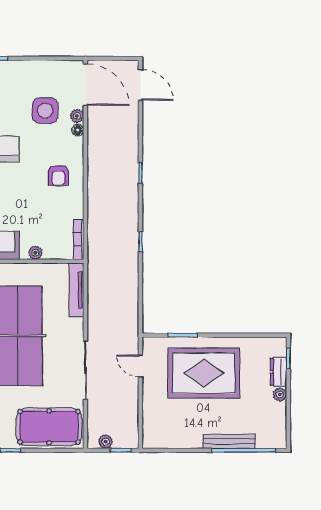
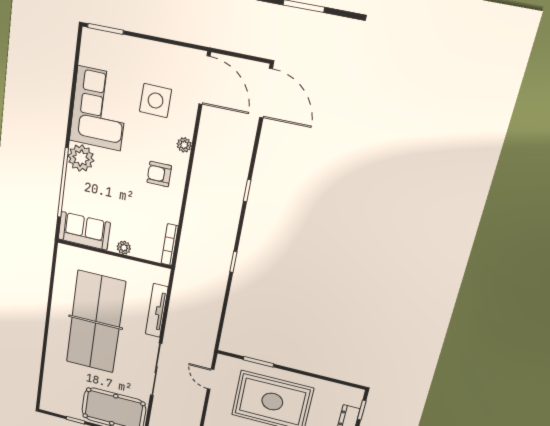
door: (140, 85) -> (266, 93), width x1.36
plant: (77, 116) -> (184, 145), moved
floor lamp: (78, 130) -> (188, 130), removed
armchair: (58, 175) -> (159, 174), turned 90
tv unit: (76, 290) -> (157, 310), moved

